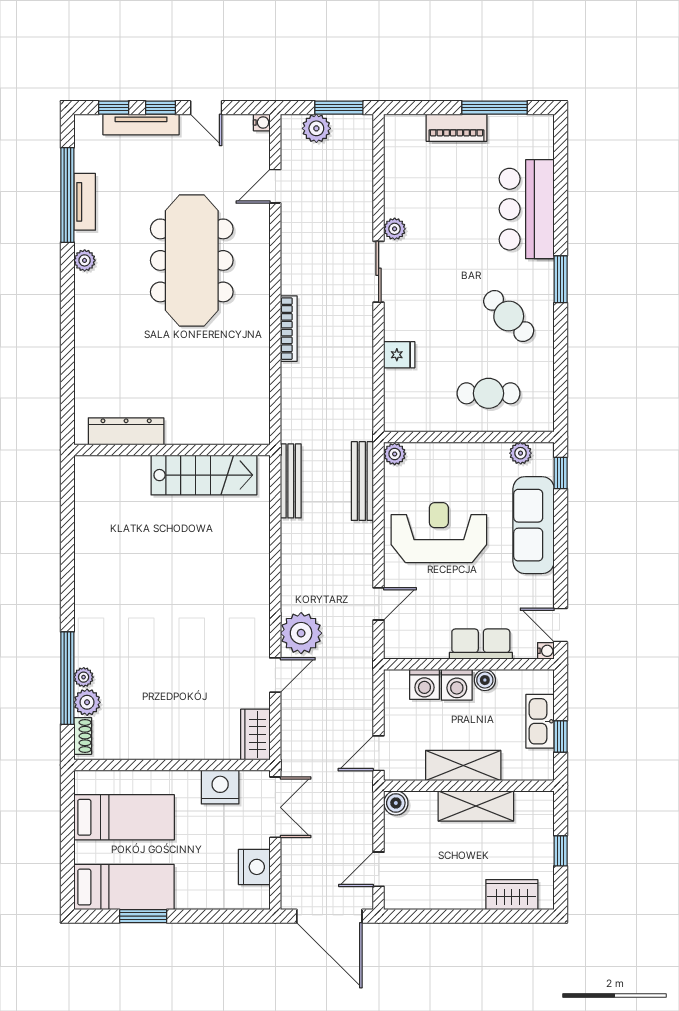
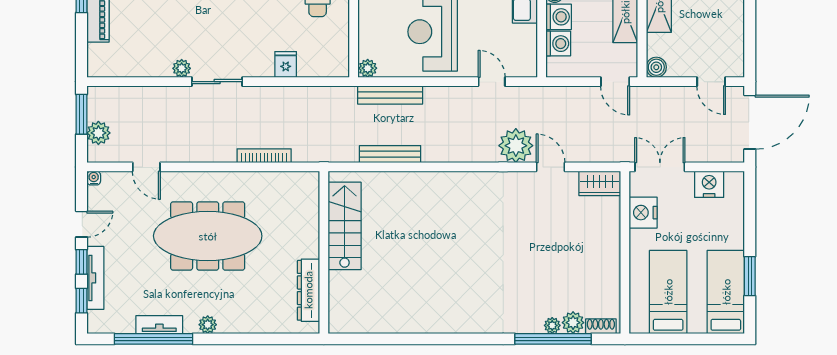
dresser: (126, 431) -> (308, 290), moved
wall: (172, 450) -> (324, 252), moved
stairs: (204, 475) -> (345, 226), moved

